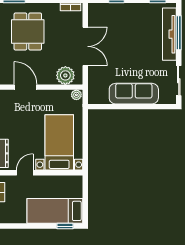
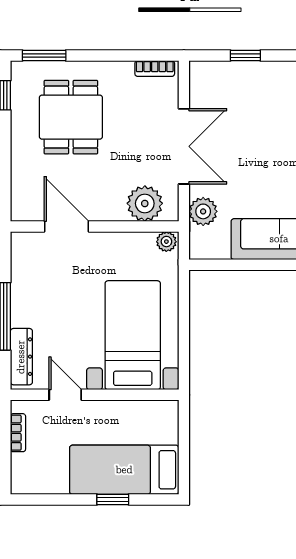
plant: (95, 80) -> (203, 211), added
door: (25, 173) -> (65, 395), hinge flipped
window: (65, 226) -> (113, 499), moved

